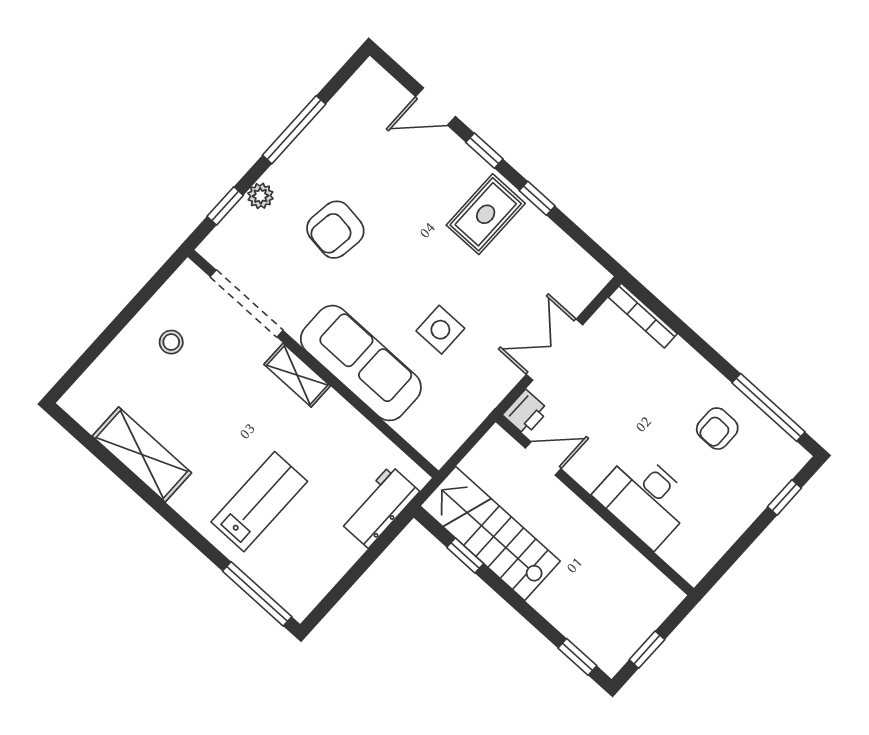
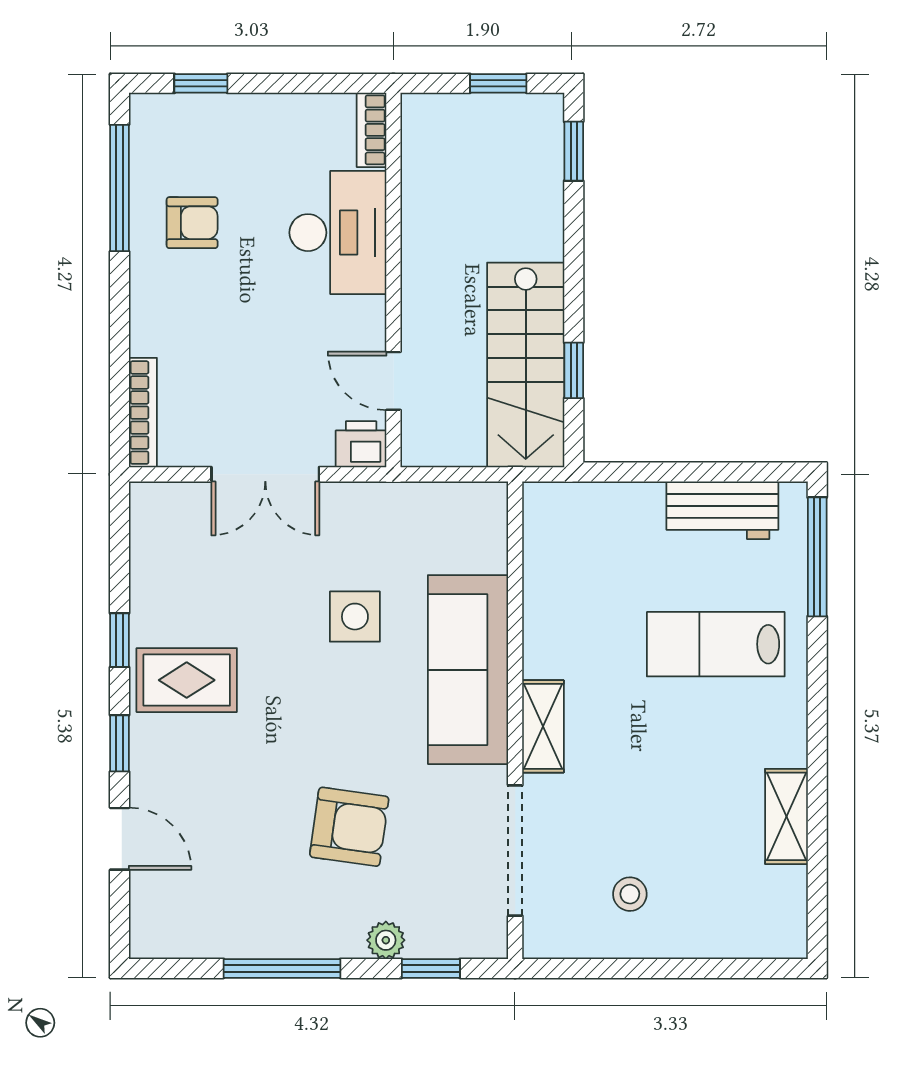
shelving: (142, 454) -> (786, 816), width x0.67, depth x0.75
workbench: (379, 507) -> (722, 510), moved
bookcase: (682, 563) -> (372, 130), added

